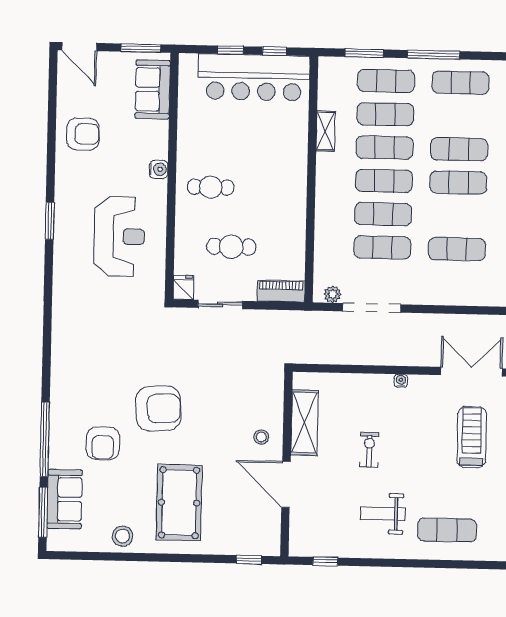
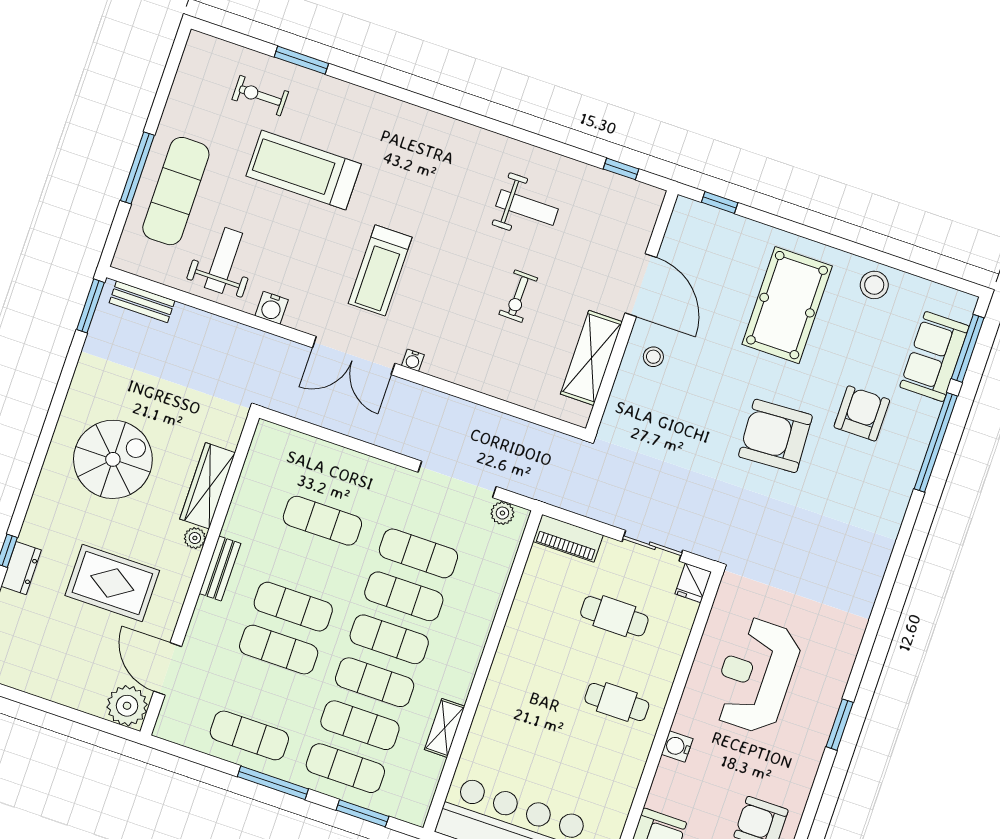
water cooler: (401, 381) -> (413, 360), moved
exercise mat: (447, 530) -> (450, 160), removed

